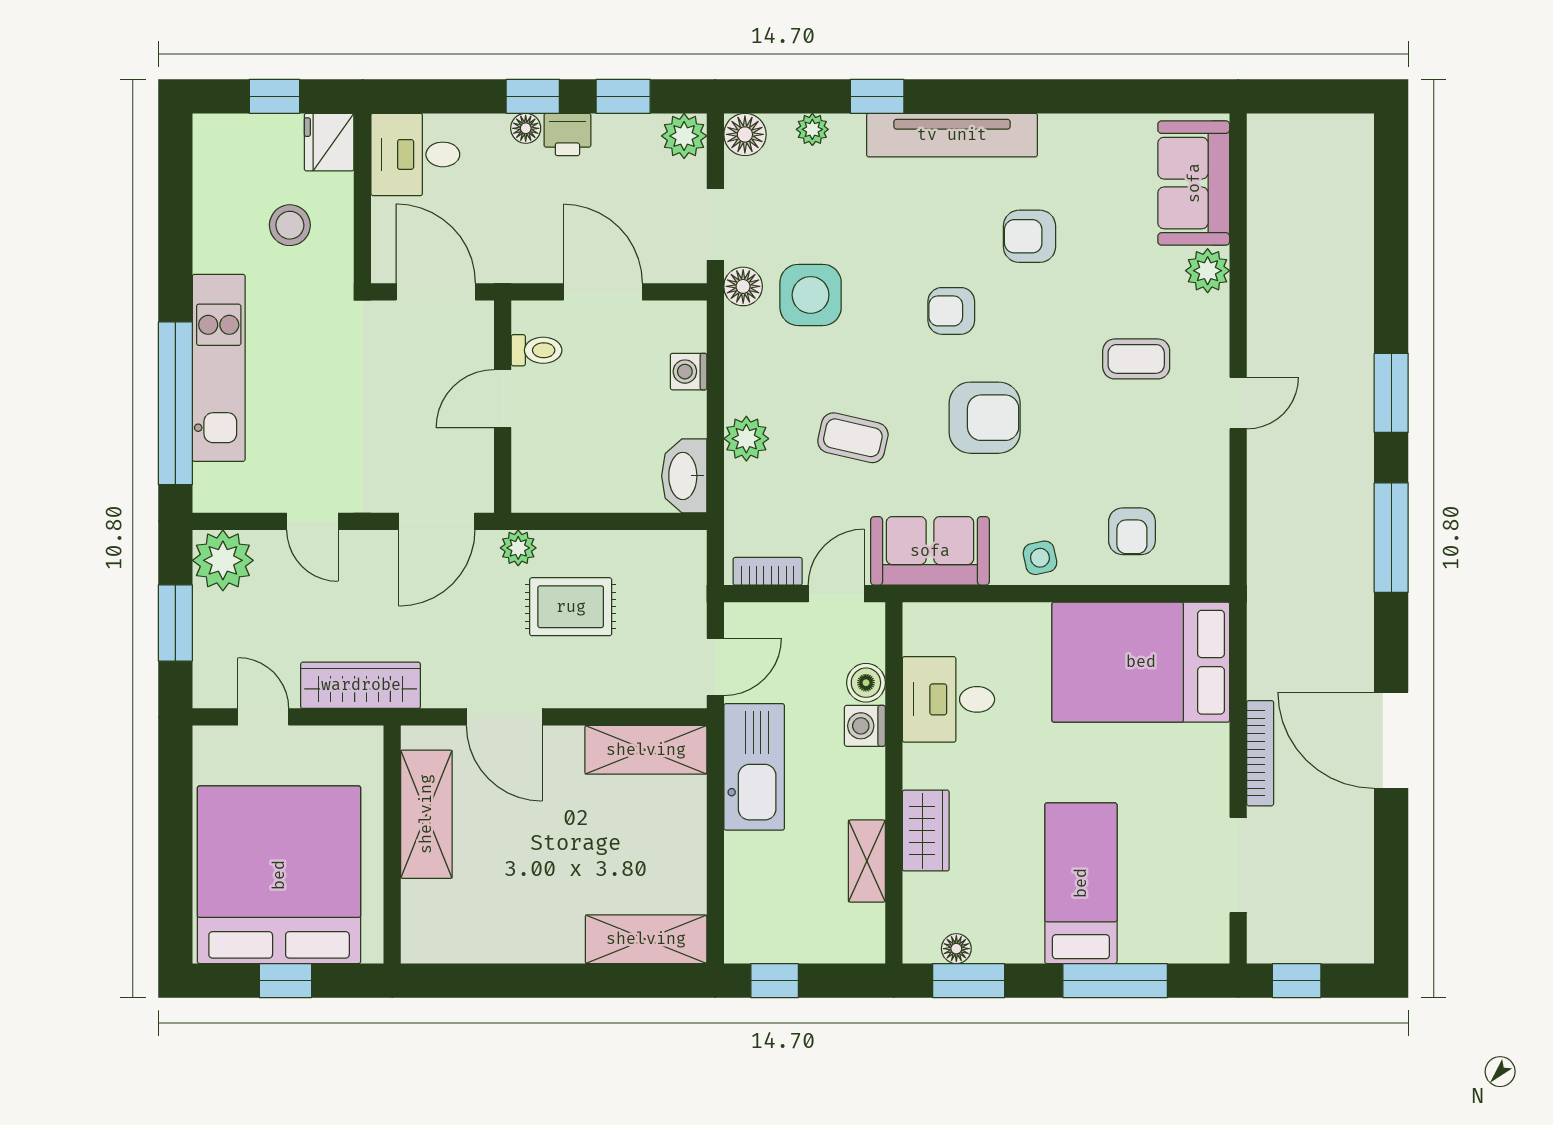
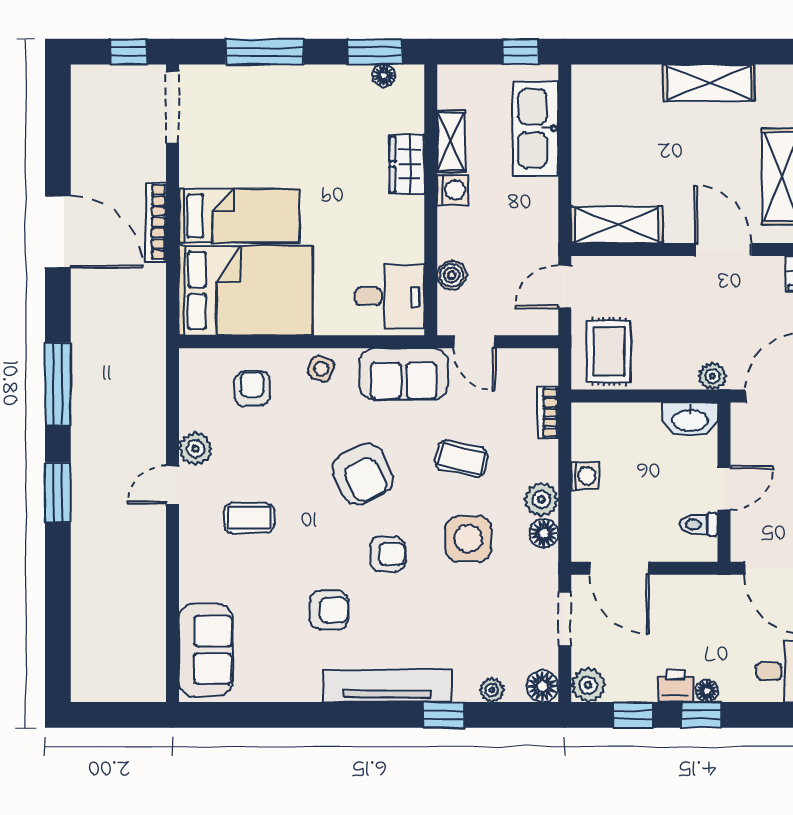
plant: (1208, 271) -> (196, 449), moved
floor lamp: (743, 286) -> (544, 533), moved
door: (603, 292) -> (619, 568), moved
side table: (811, 295) -> (468, 539), moved
washing machine: (689, 372) -> (585, 476), moved
armchair: (985, 418) -> (363, 474), turned -116
plant: (746, 439) -> (541, 499), moved
washbasin: (684, 476) -> (690, 419), moved, turned 90
side table: (1040, 558) -> (321, 369), turned 33
bookcase: (768, 571) -> (548, 413), moved, turned 90
door: (836, 594) -> (474, 342), hinge flipped
rug: (571, 607) -> (609, 352), moved, turned 90
desk: (948, 699) -> (390, 297), moved
washing machine: (865, 726) -> (452, 190), moved
kitchen sink: (754, 767) -> (536, 128), moved
doorway: (1238, 865) -> (173, 107), moved
bed: (1081, 883) -> (239, 216), moved, turned -90
shelving: (646, 939) -> (709, 83), moved

